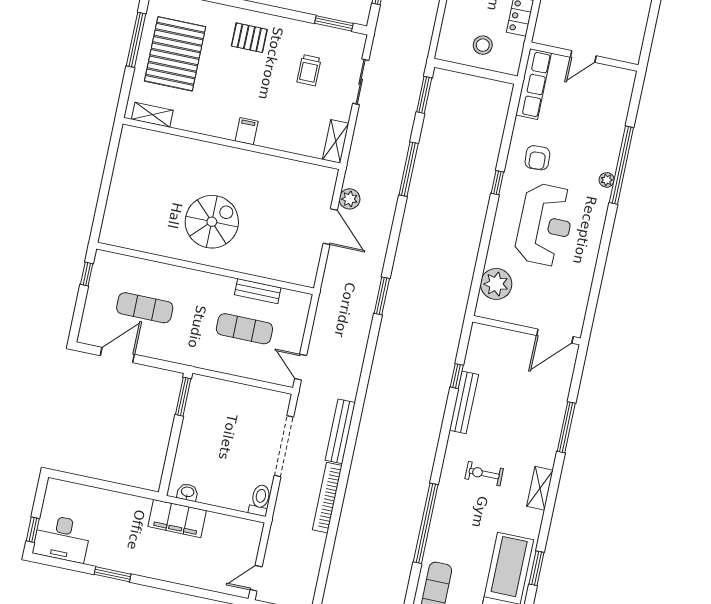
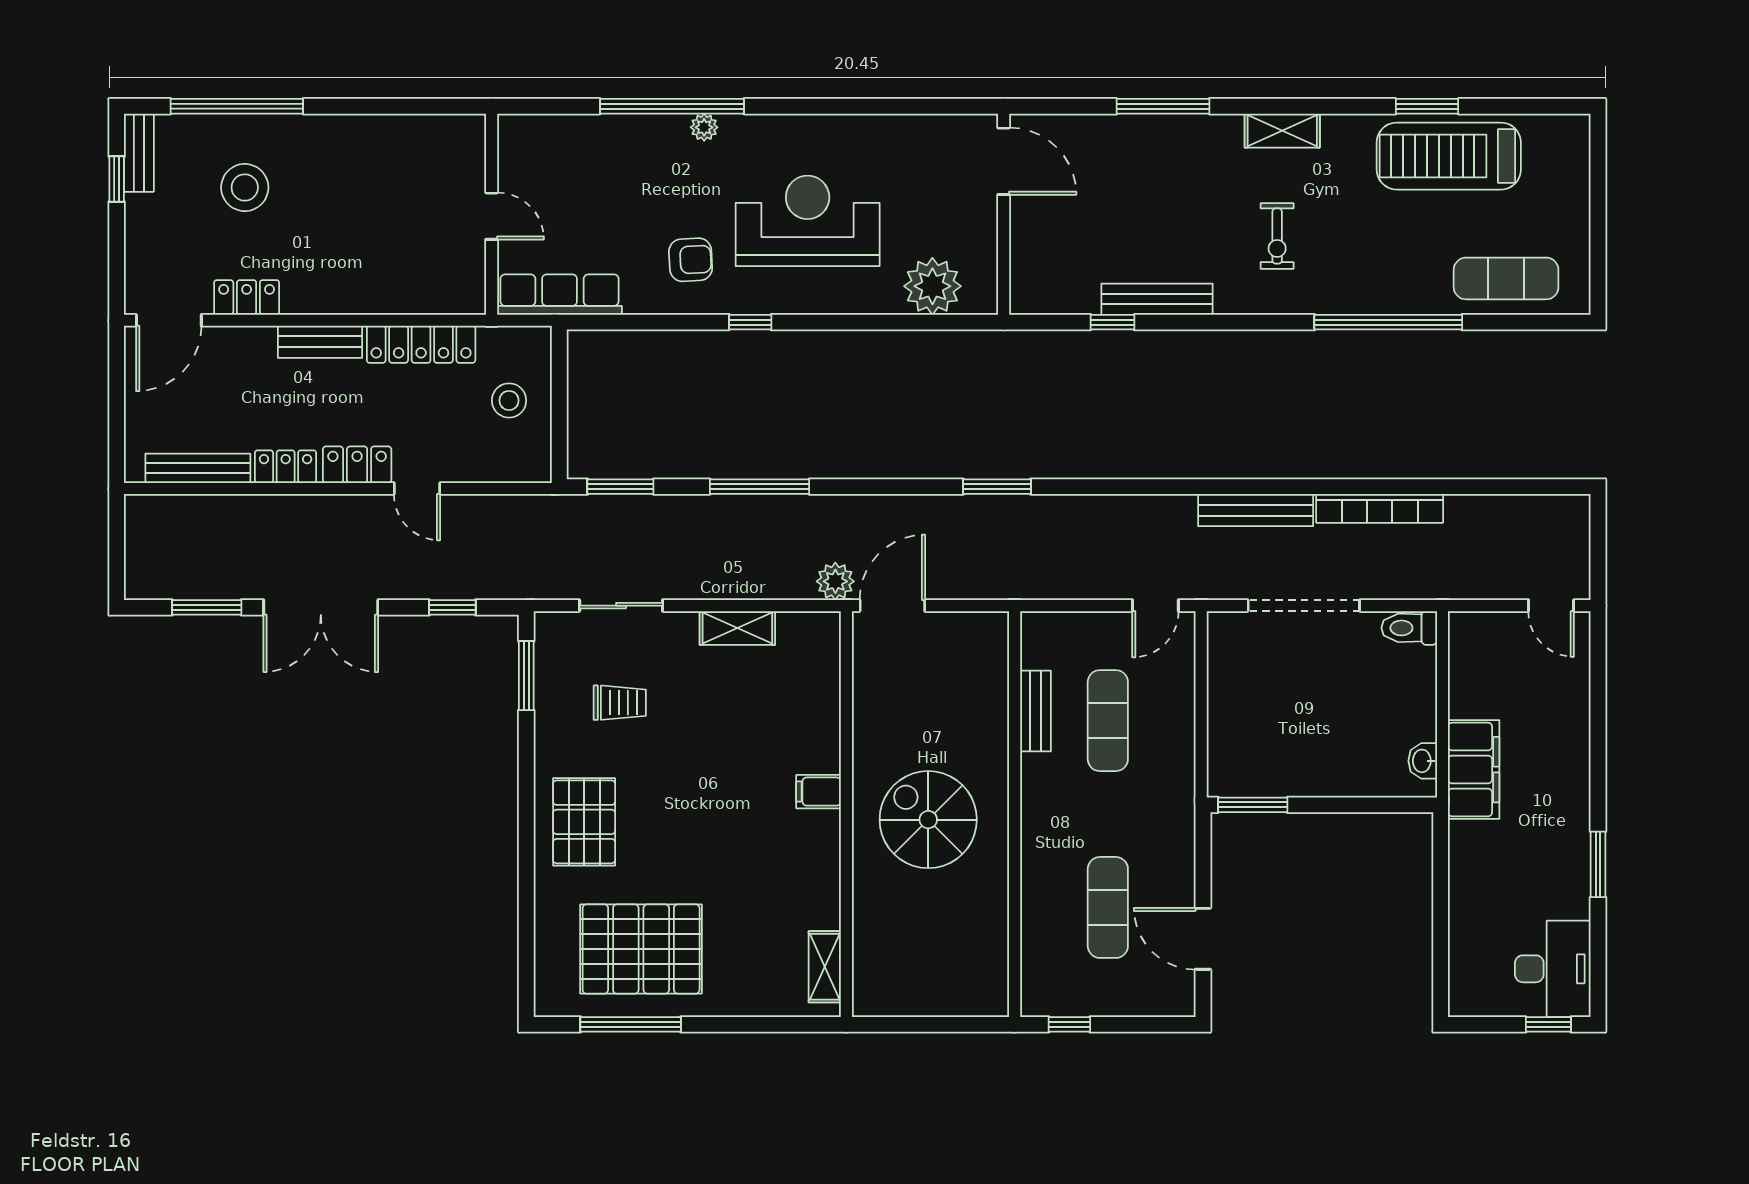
pallet: (249, 38) -> (584, 822), width x1.50, depth x1.42
shelving: (152, 115) -> (825, 967), moved
filing cabinet: (247, 131) -> (819, 792), moved
wall: (231, 143) -> (846, 814), moved

